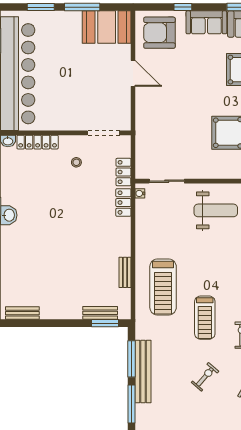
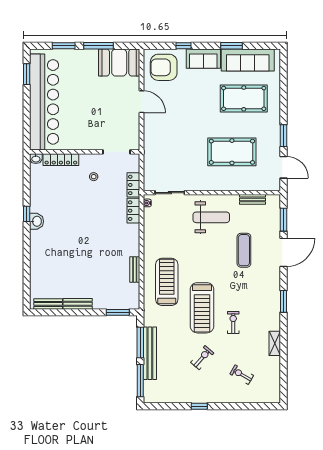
treadmill: (163, 287) -> (167, 282), turned 180
bench: (100, 313) -> (78, 304), moved
treadmill: (205, 318) -> (202, 308), width x1.37, depth x1.38

